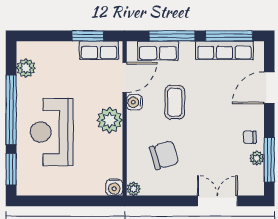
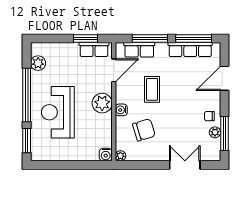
water cooler: (134, 102) -> (121, 110), moved

